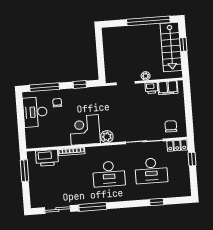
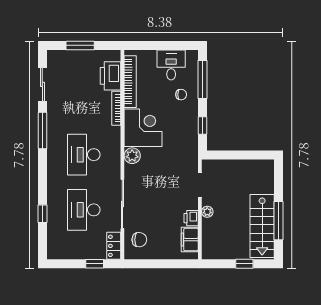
window: (148, 21) -> (278, 221), width x0.68
stairs: (171, 47) -> (262, 226), moved, turned -90
desk: (35, 112) -> (171, 65), width x0.73
bookcase: (50, 143) -> (130, 82), added
window: (24, 171) -> (80, 45), moved

